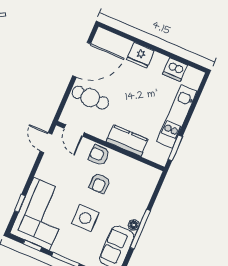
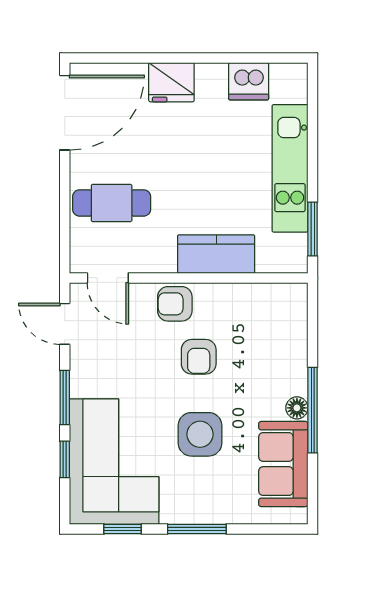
door: (82, 60) -> (65, 113), moved
window: (32, 176) -> (65, 398), added

